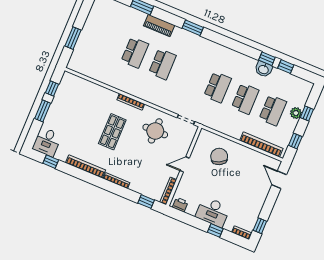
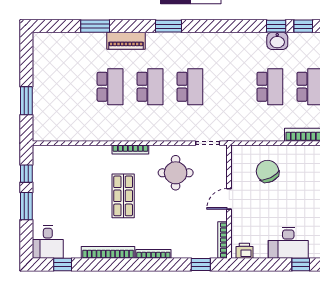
school desk: (218, 87) -> (190, 87), moved

